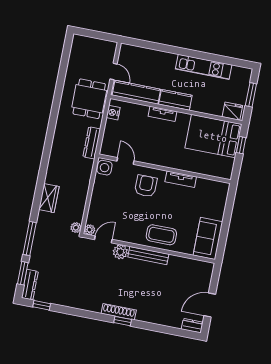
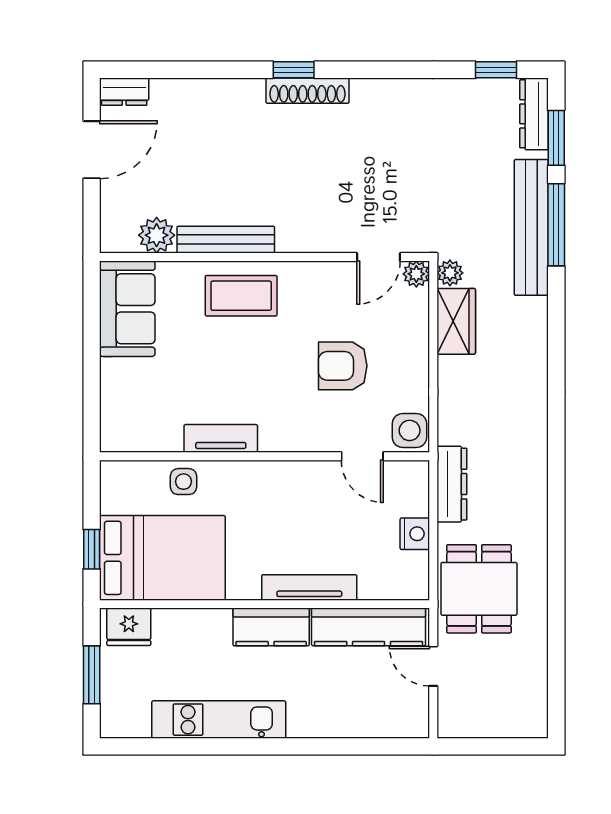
nightstand: (113, 113) -> (415, 534), moved
tv unit: (162, 114) -> (309, 587), width x1.41
side table: (199, 165) -> (184, 482), added
armchair: (146, 186) -> (343, 366), moved, turned 90
wardrobe: (49, 198) -> (456, 321), moved, turned 180
bench: (40, 239) -> (531, 227), added
plant: (120, 252) -> (157, 235), moved
bench: (148, 256) -> (226, 240), moved

